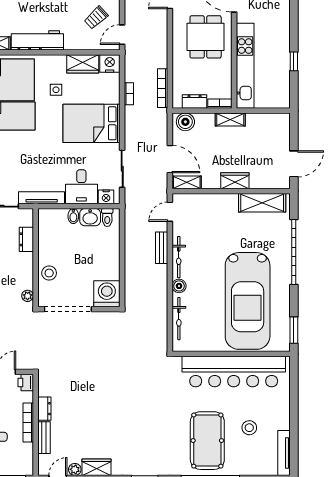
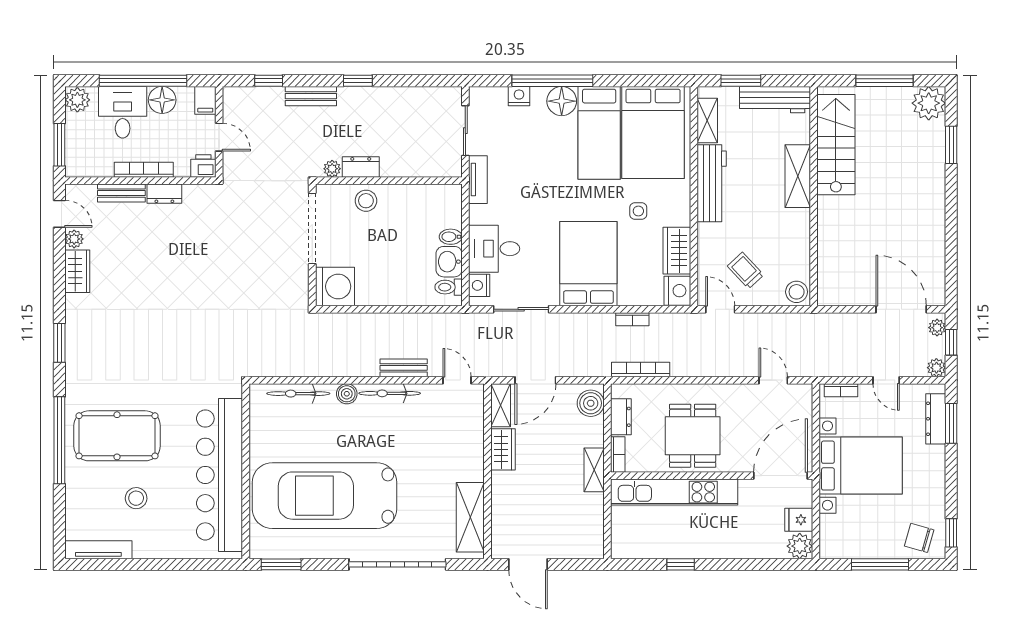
dining table: (206, 37) -> (693, 436), moved, turned 90
wardrobe: (235, 181) -> (503, 449), moved
tv unit: (42, 198) -> (478, 180), width x0.71
dresser: (26, 239) -> (361, 167), moved

